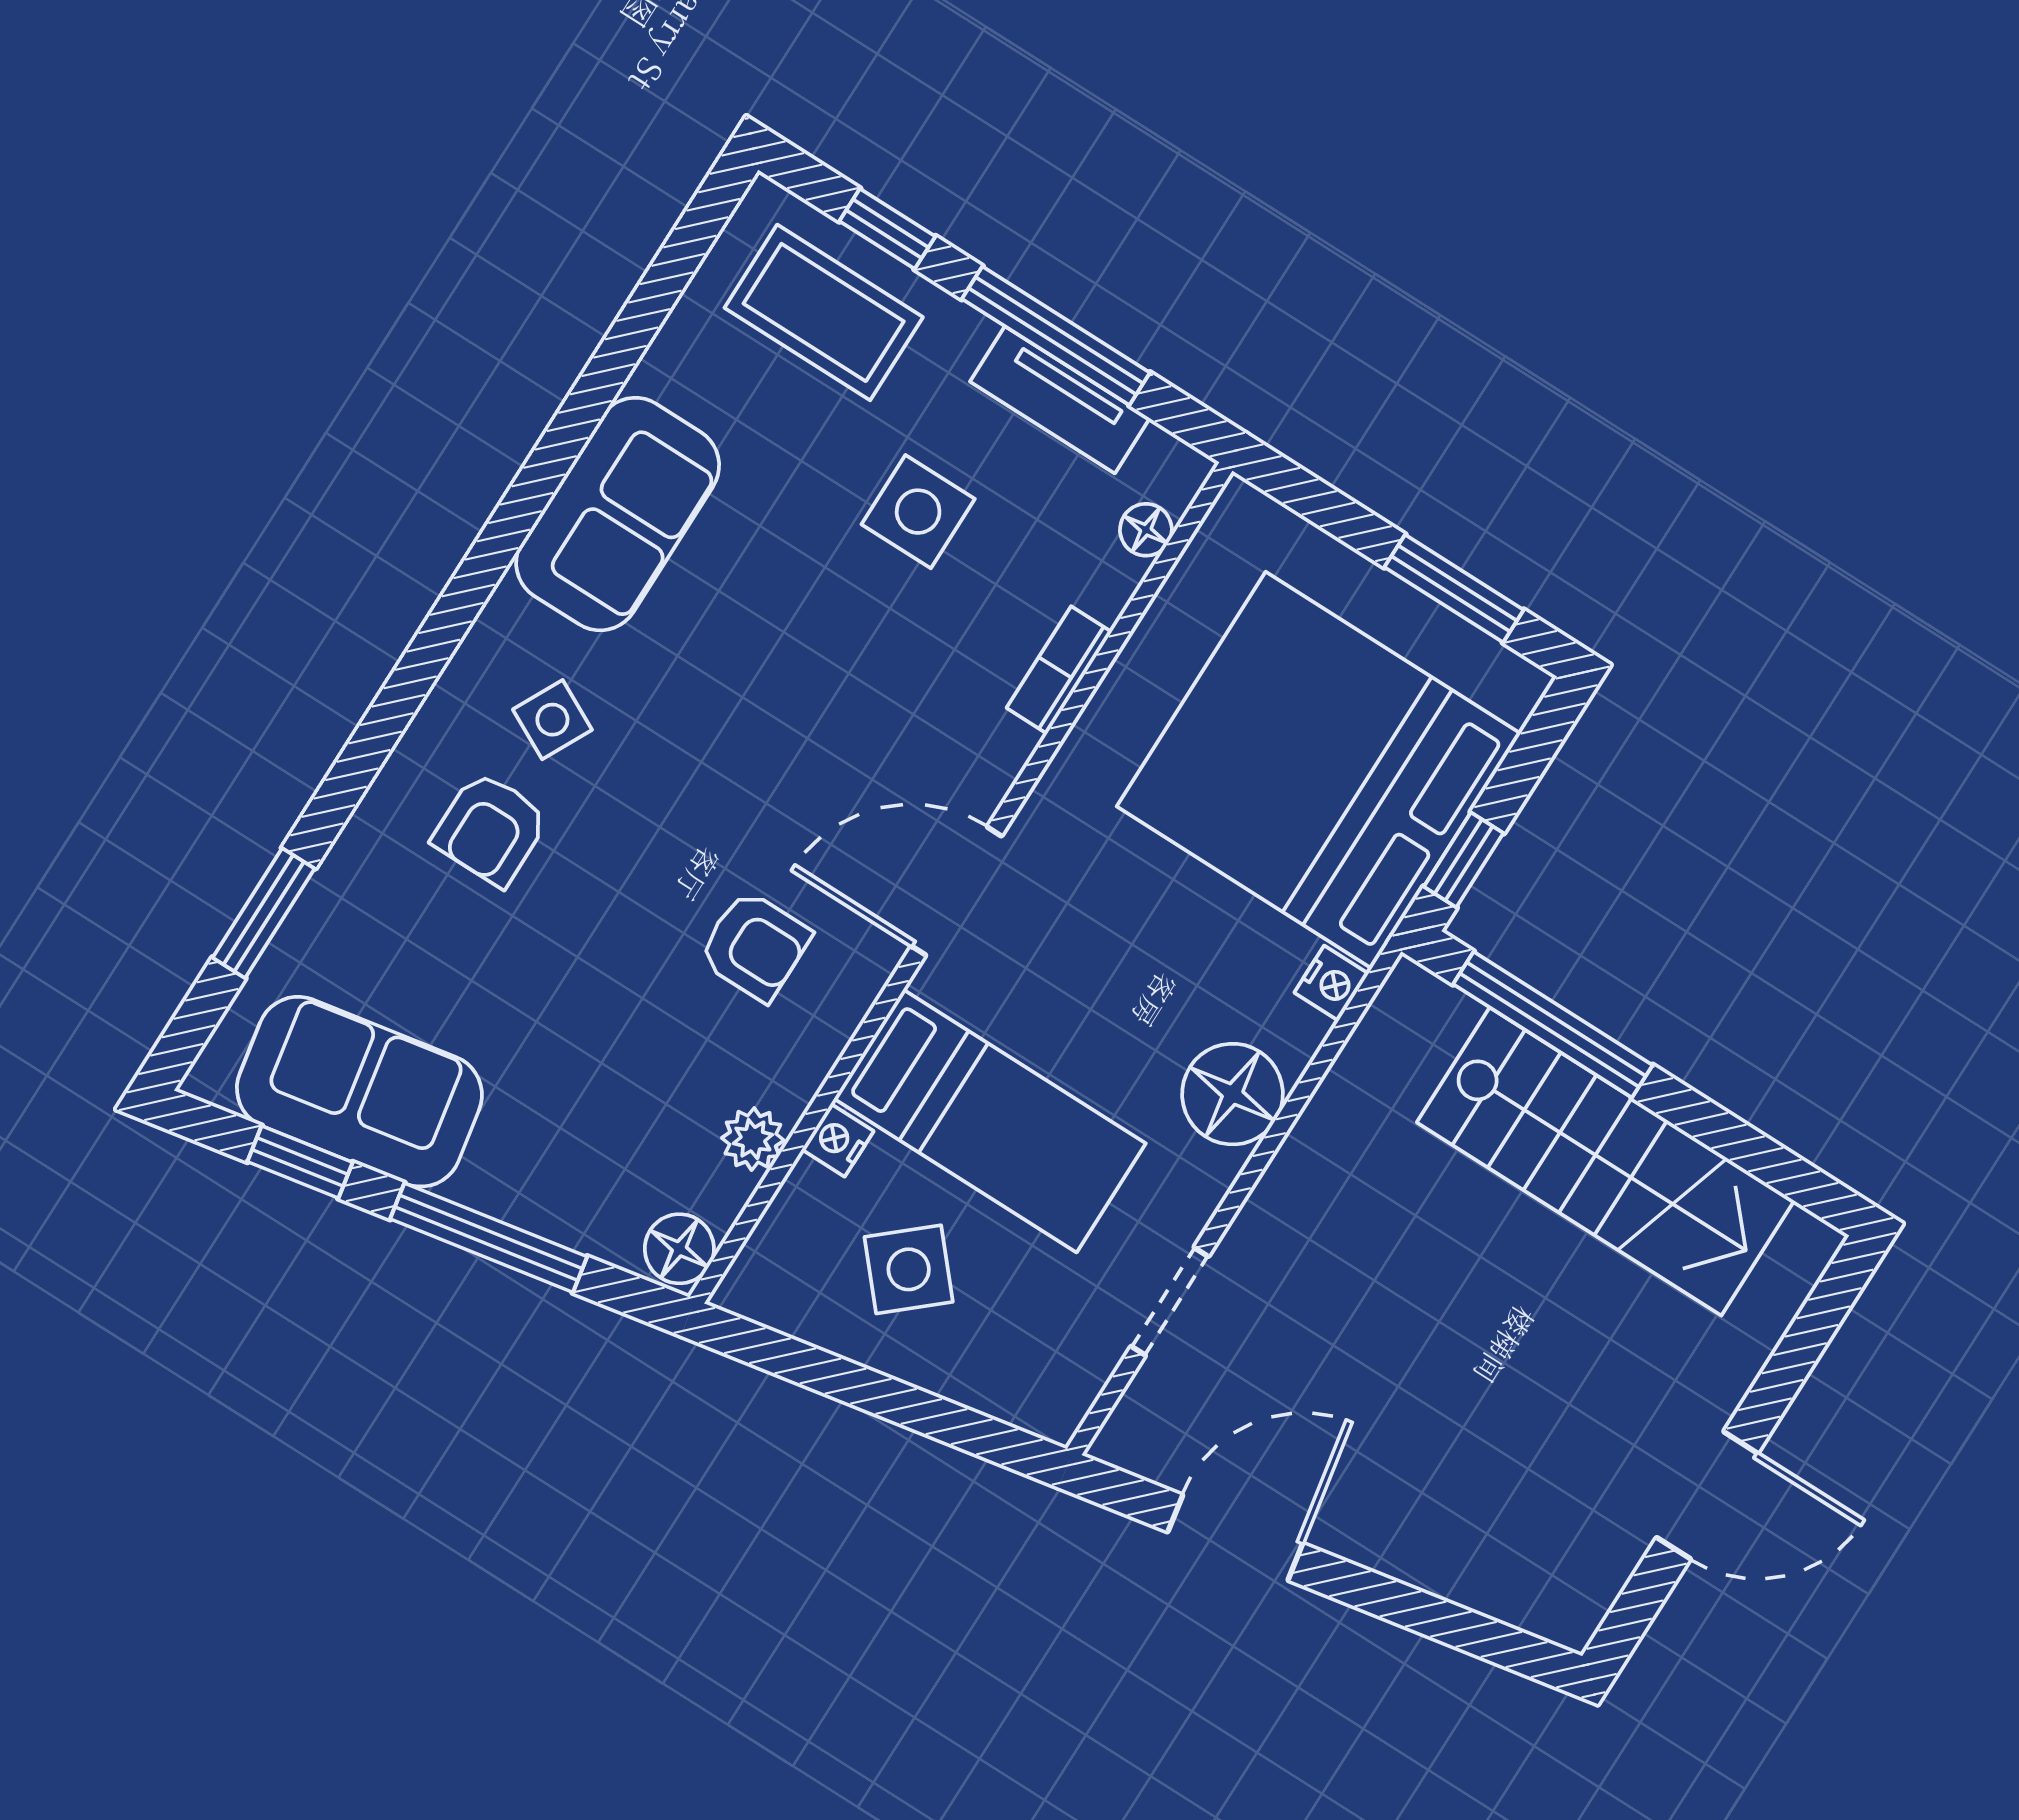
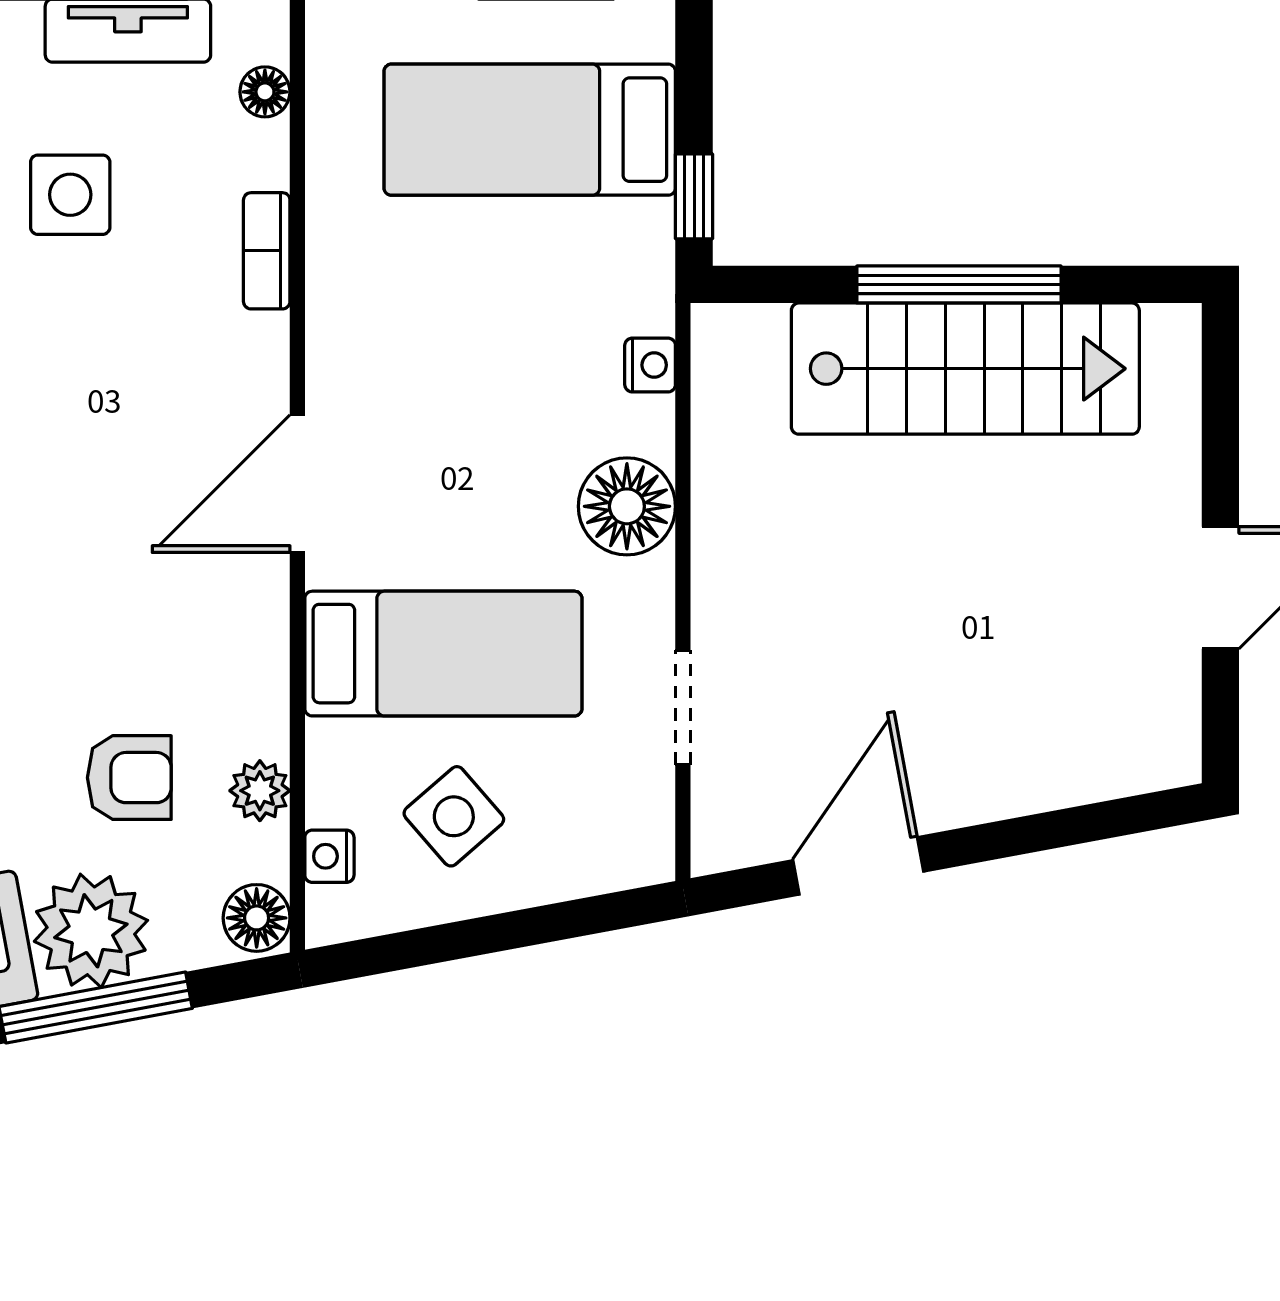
bed: (1319, 770) -> (530, 130), width x0.49
armchair: (755, 946) -> (129, 778), moved
window: (1553, 1025) -> (959, 284), moved
nightstand: (838, 1140) -> (329, 856), moved
plant: (527, 1168) -> (91, 931), added

